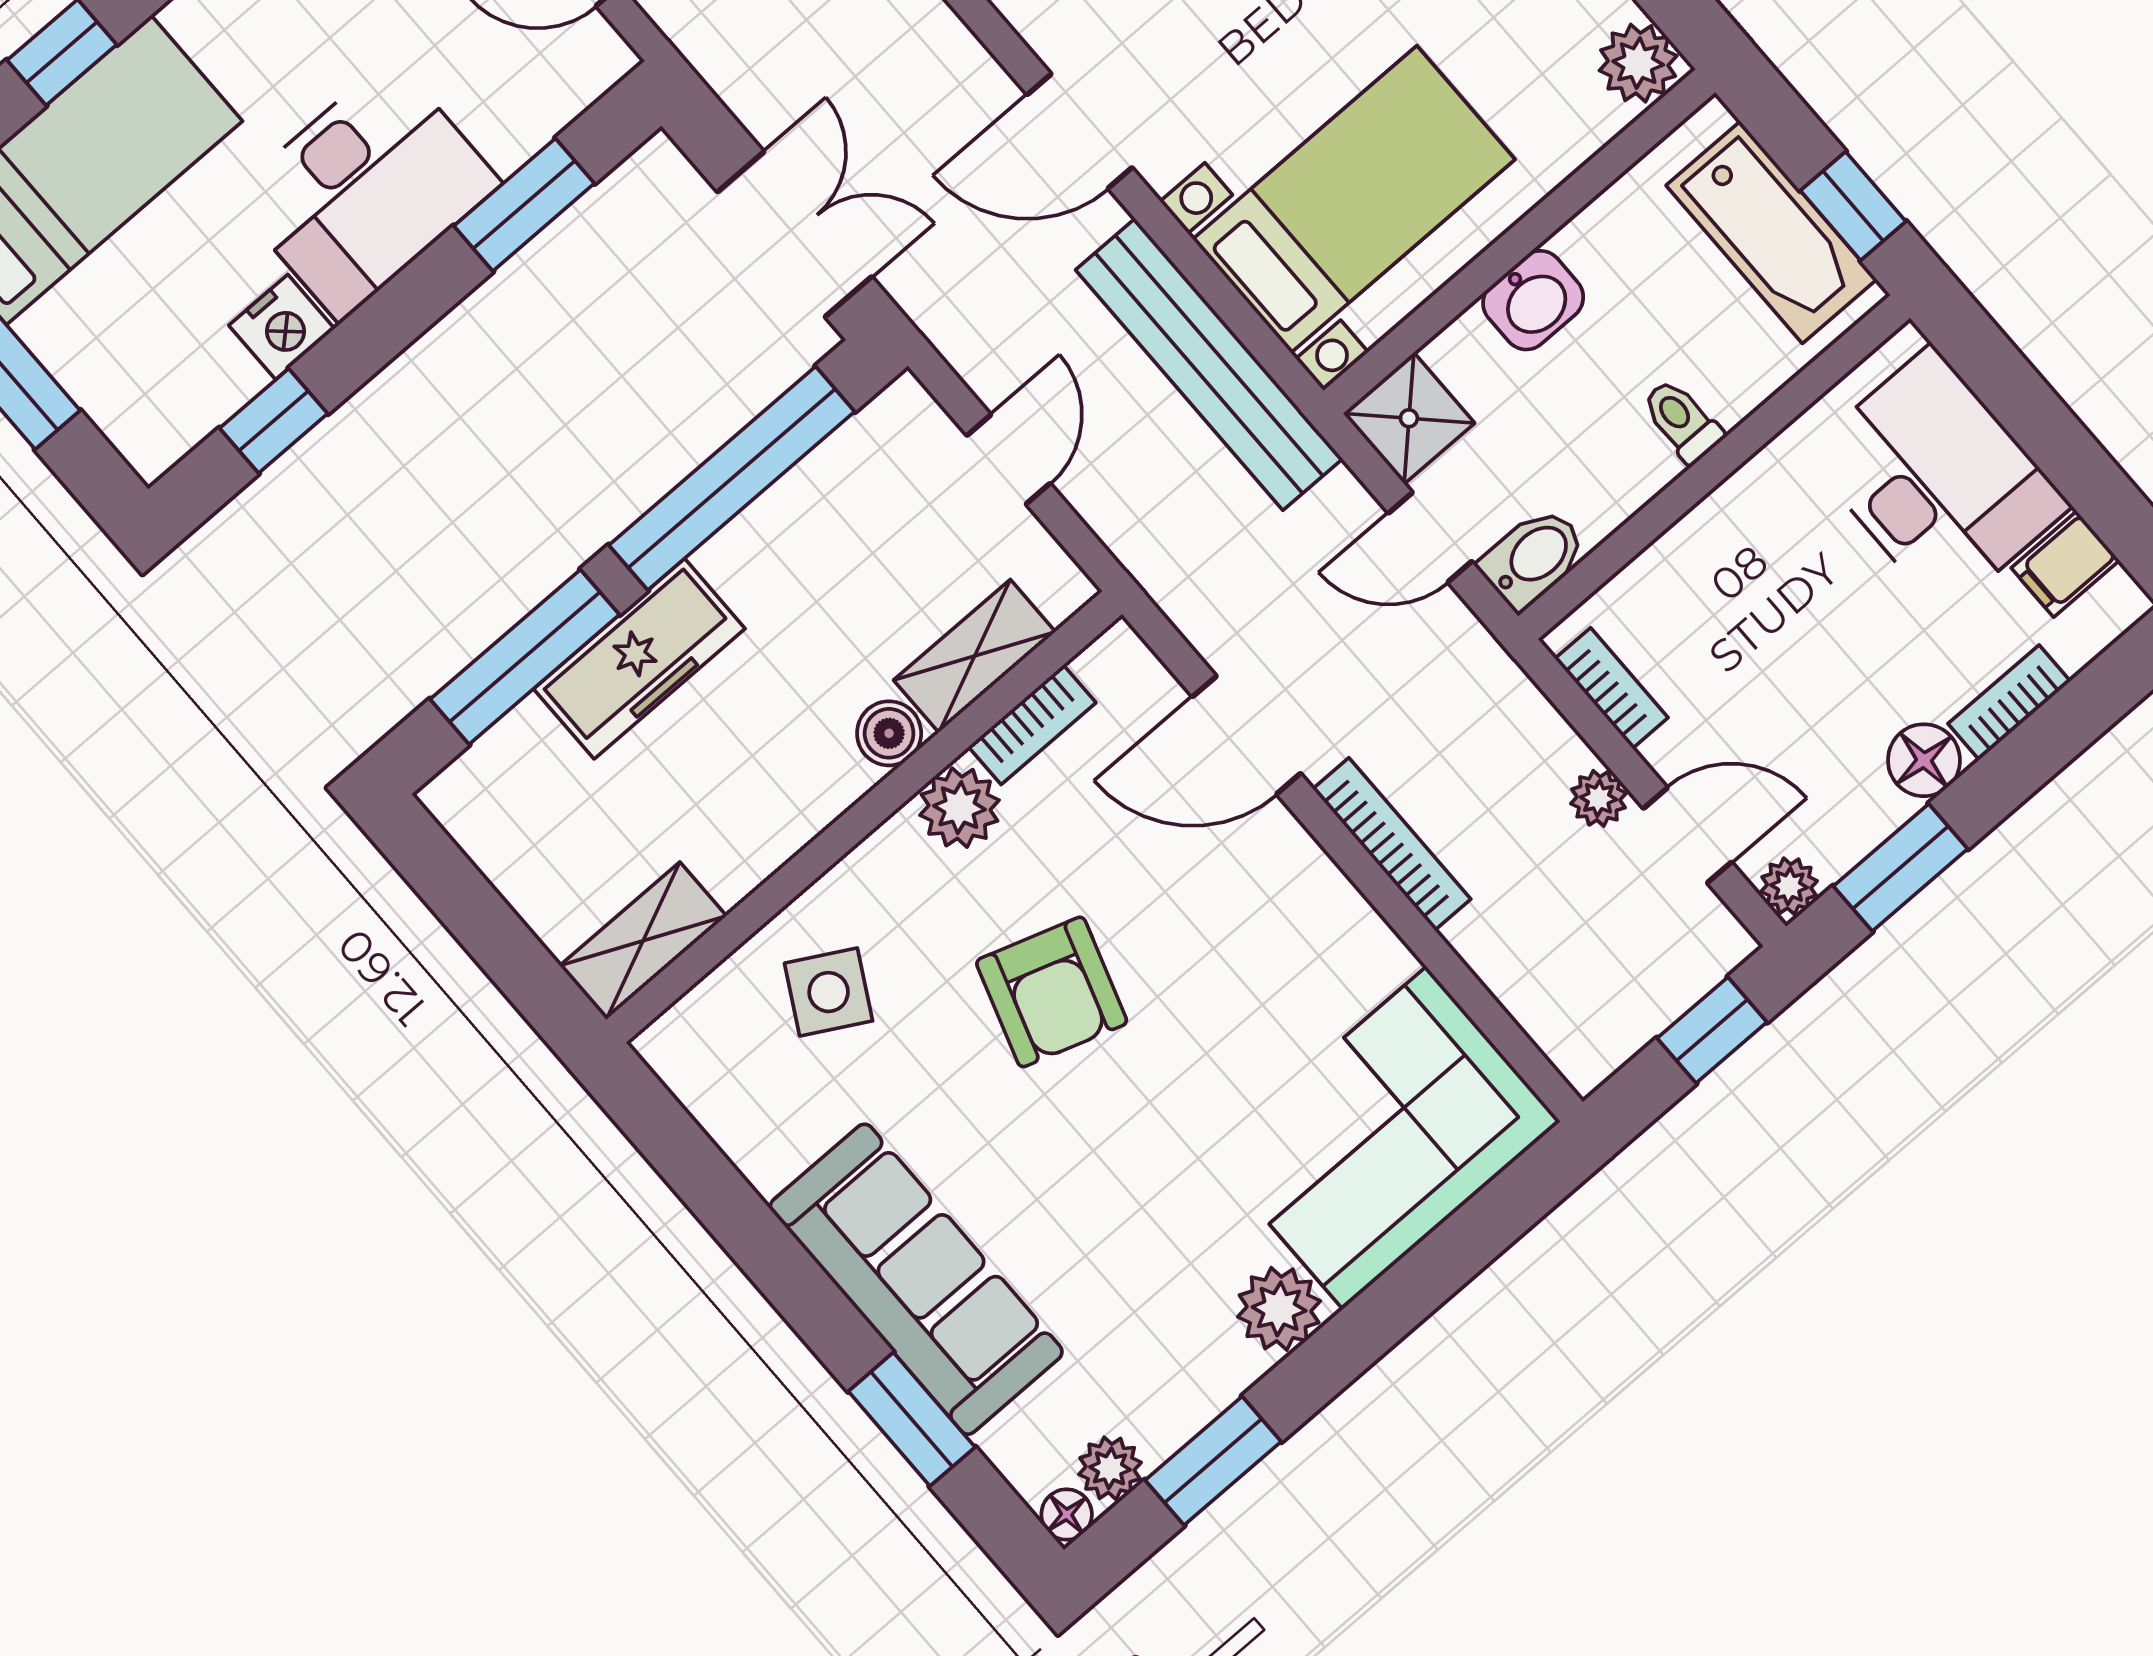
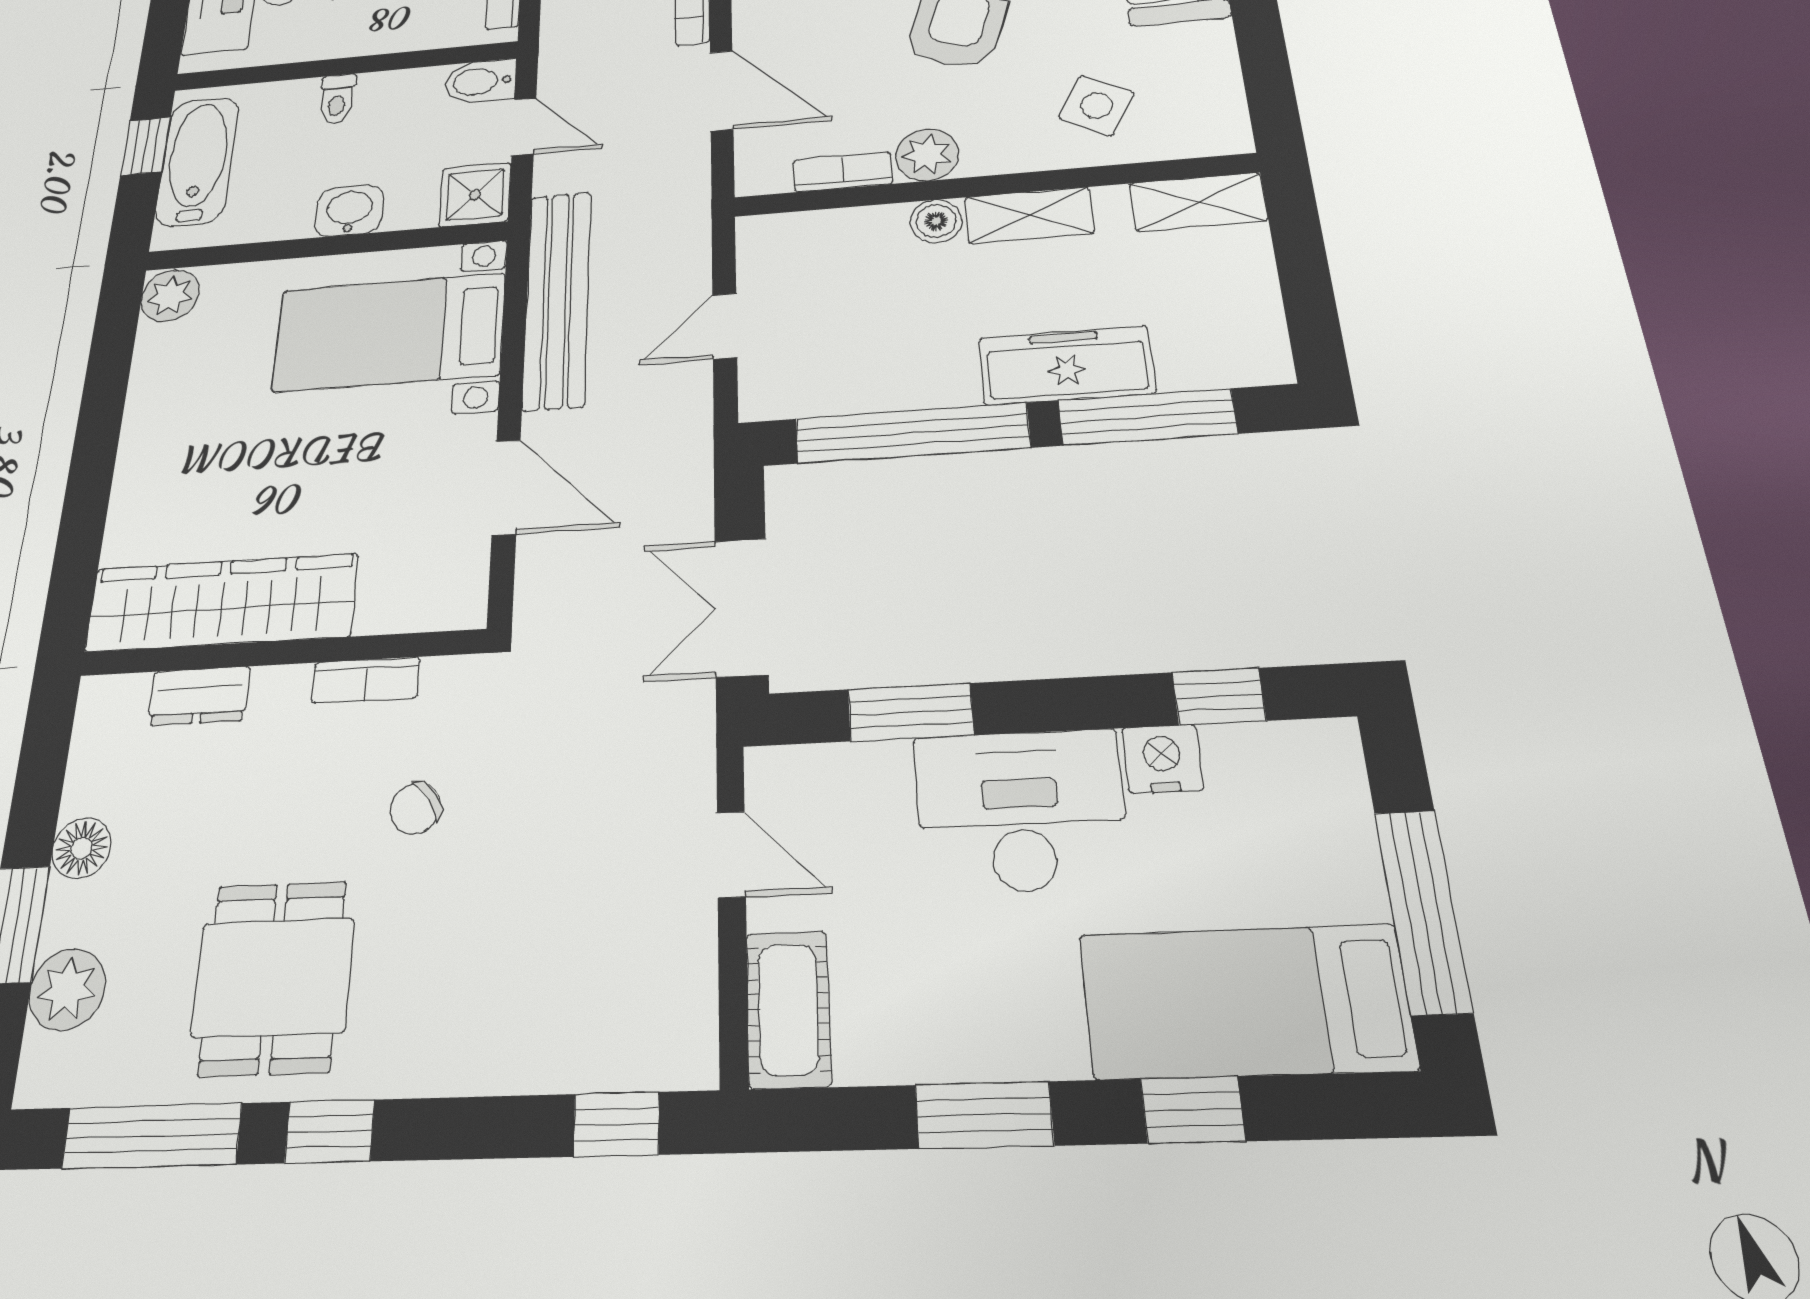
double door: (795, 234) -> (741, 607), moved
shelving: (975, 656) -> (1029, 215), moved

